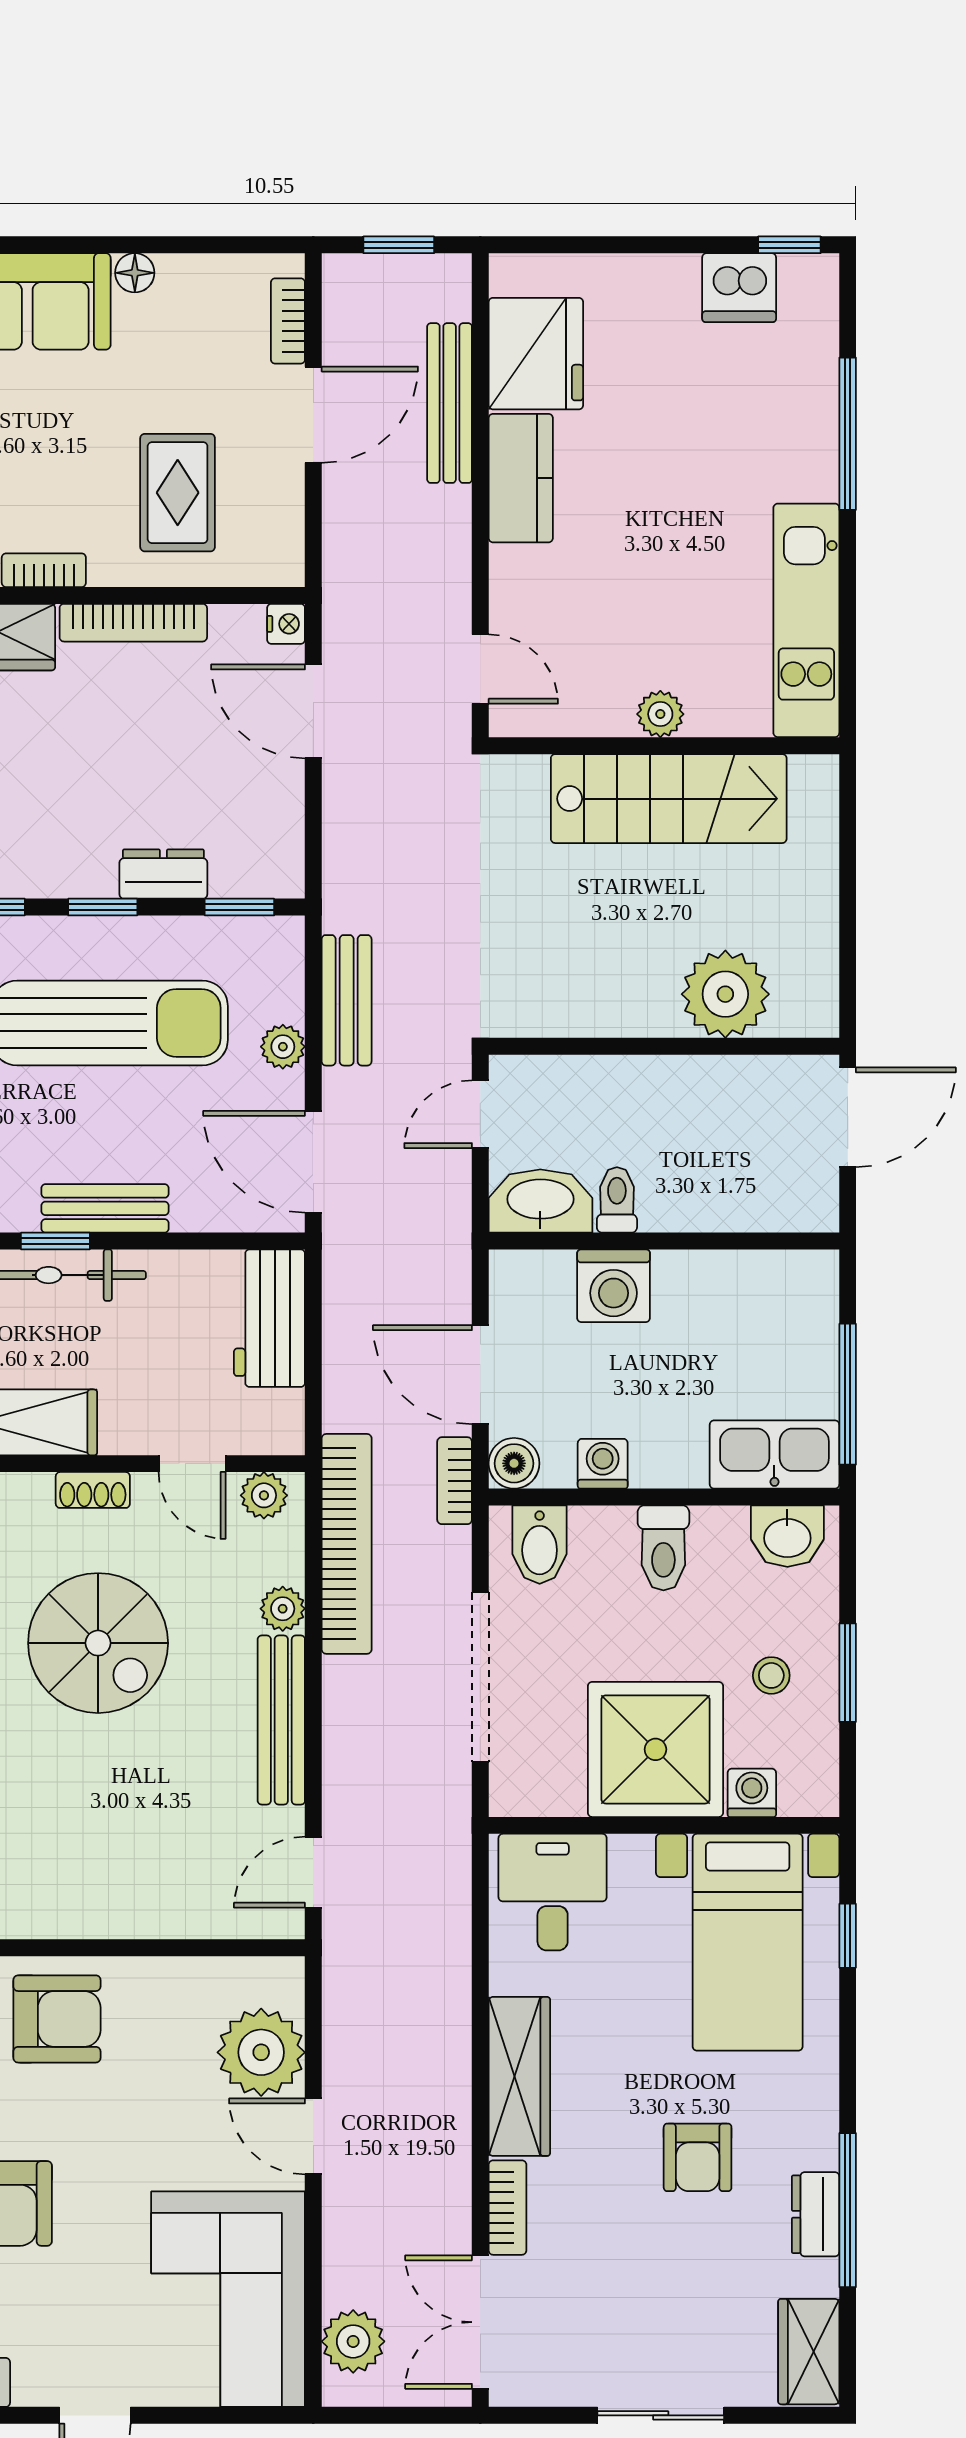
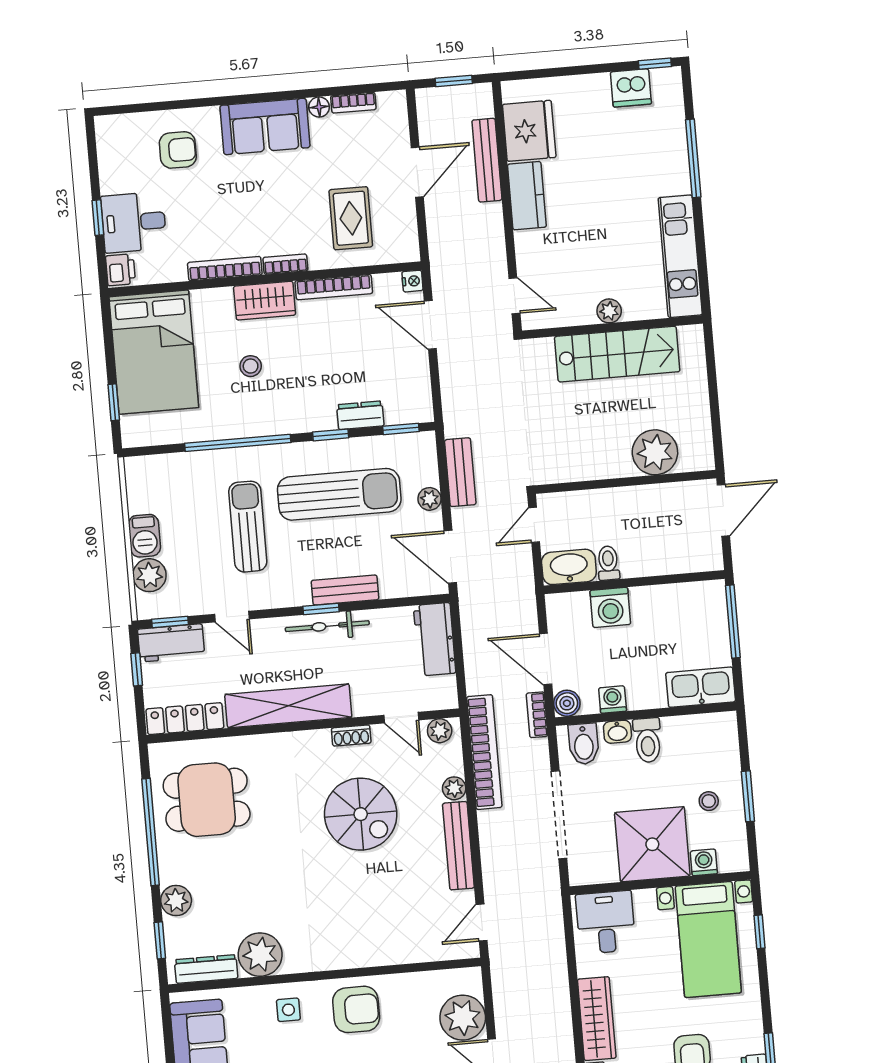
bookcase: (288, 321) -> (353, 103), moved, turned -90
window: (848, 1394) -> (733, 622), moved
washbasin: (787, 1536) -> (617, 732), moved, width x0.72, depth x0.69

